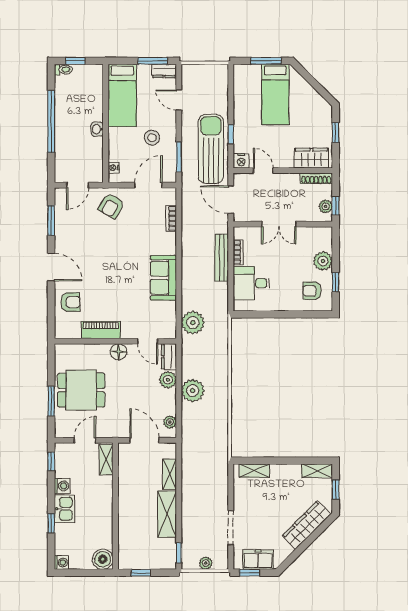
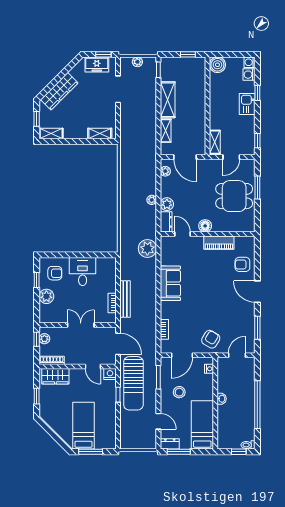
desk: (251, 283) -> (83, 272), moved, turned -90
plant: (193, 391) -> (152, 200), width x0.53, depth x0.53
washing machine: (62, 486) -> (249, 75), moved

